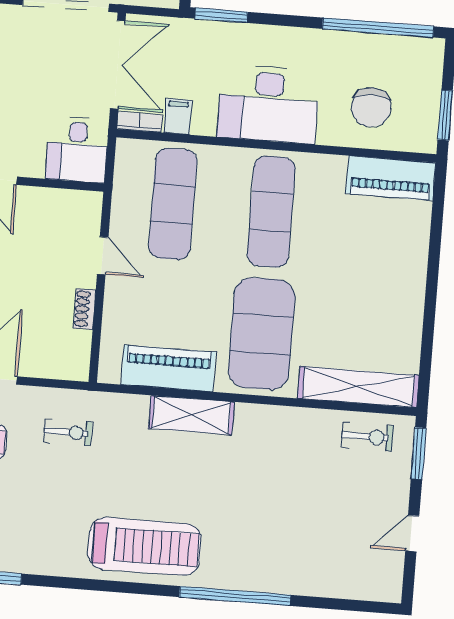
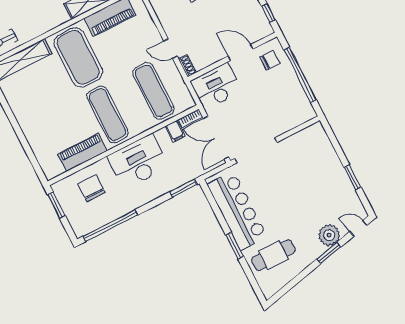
desk: (77, 149) -> (216, 86), width x1.37
piano: (391, 178) -> (83, 152), moved
shoe rack: (85, 309) -> (187, 66), moved

